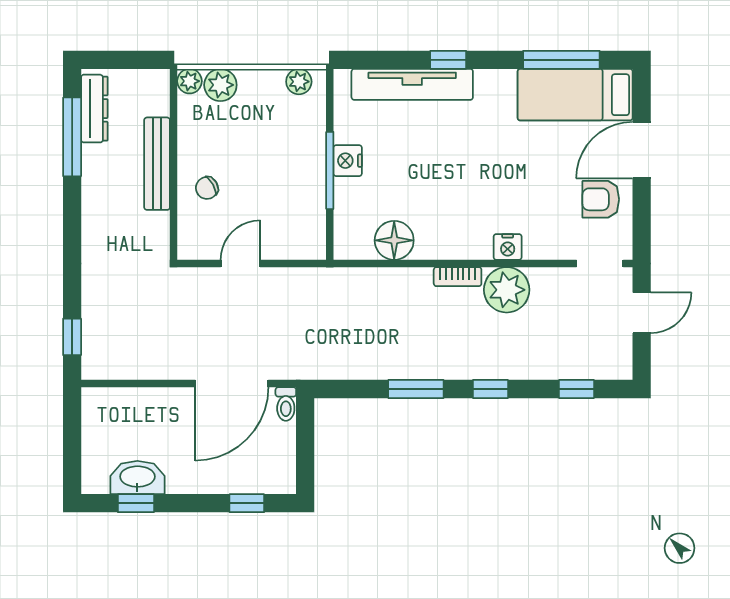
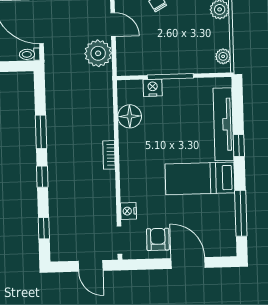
bed: (575, 95) -> (200, 178), moved, turned -90
nightstand: (348, 161) -> (153, 88), moved
nightstand: (508, 247) -> (128, 211), moved
plant: (507, 290) -> (98, 53), moved

